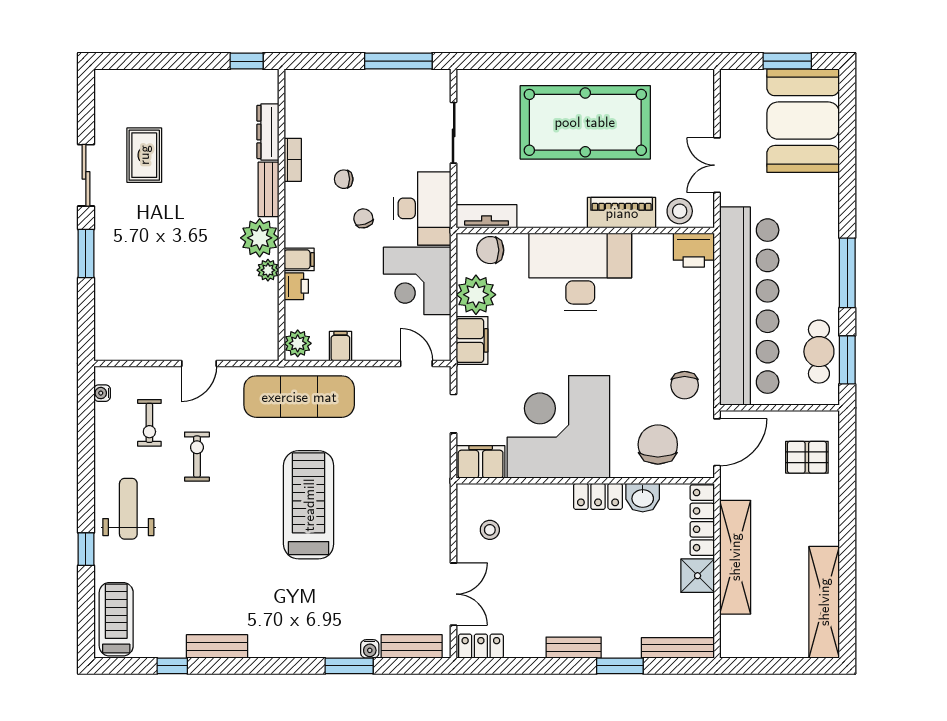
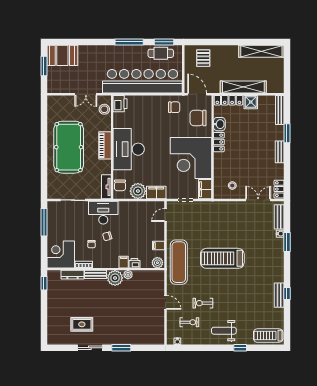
booth: (803, 121) -> (62, 55), width x0.73, depth x0.70
piano: (622, 213) -> (105, 145), moved
corner desk: (417, 281) -> (61, 255), moved, turned 180
window: (172, 666) -> (287, 294), moved

